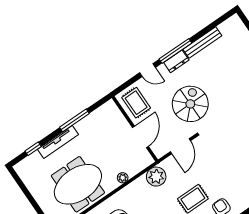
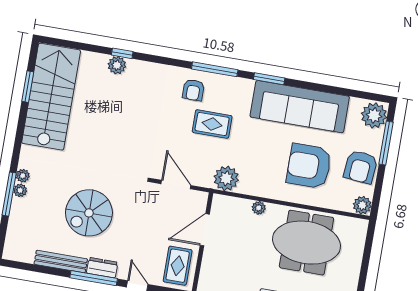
spiral stairs: (190, 104) -> (89, 213), moved
door: (180, 146) -> (176, 185), hinge flipped

